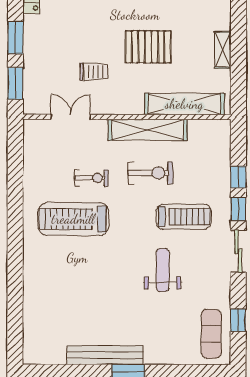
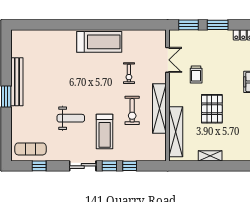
treadmill: (73, 219) -> (99, 42), moved, turned 90

